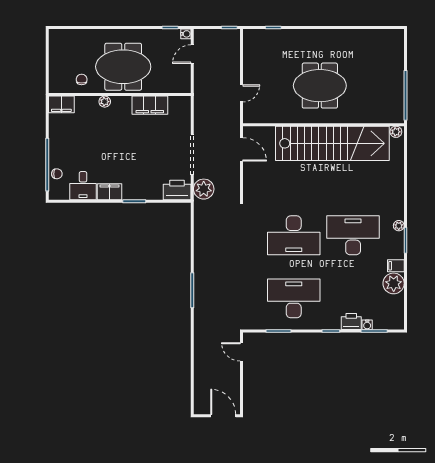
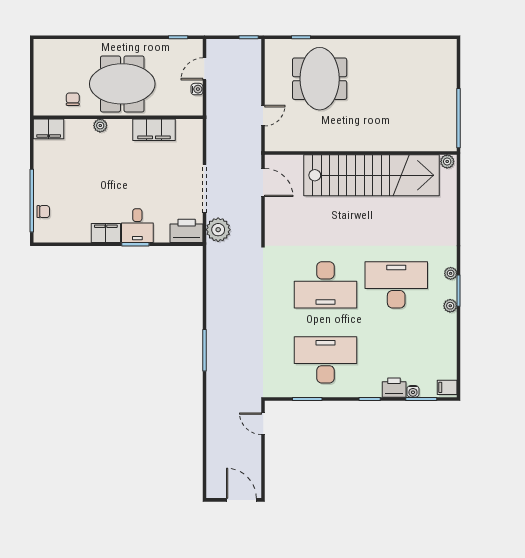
water cooler: (186, 34) -> (197, 89), moved
meeting table: (320, 86) -> (320, 79), moved, turned 90
desk: (83, 186) -> (137, 226), moved
filing cabinet: (396, 266) -> (447, 387), moved
plant: (394, 283) -> (450, 306), moved, width x0.53, depth x0.53

